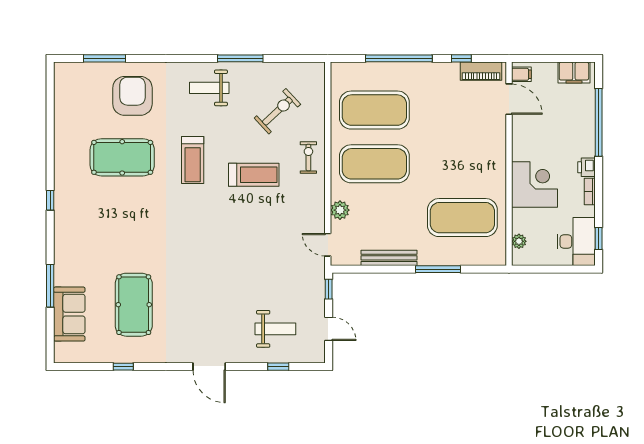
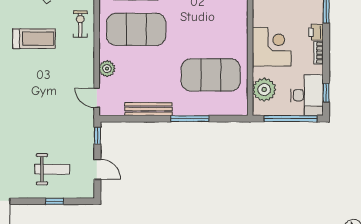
plant: (519, 241) -> (264, 89), width x1.88, depth x1.88
window: (557, 269) -> (291, 119), added

